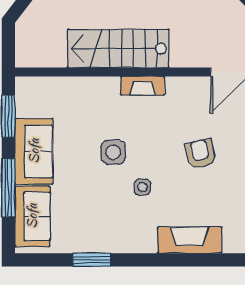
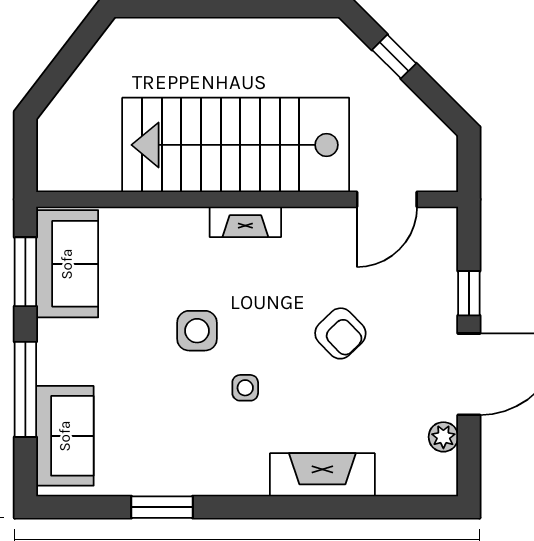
stairs: (118, 49) -> (236, 145), width x1.36, depth x1.51
sofa: (34, 151) -> (67, 264), moved
armchair: (201, 154) -> (340, 333), turned 149

